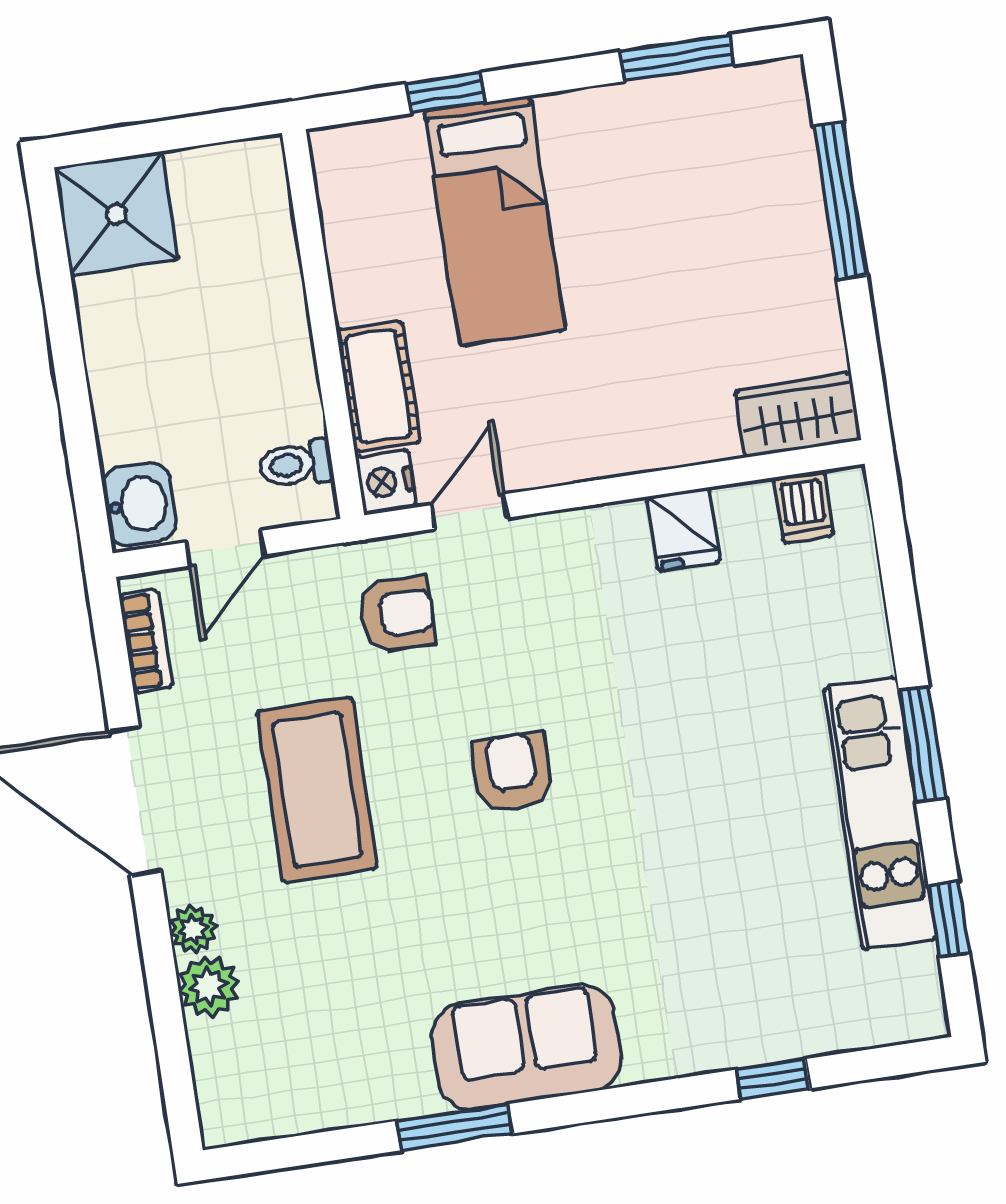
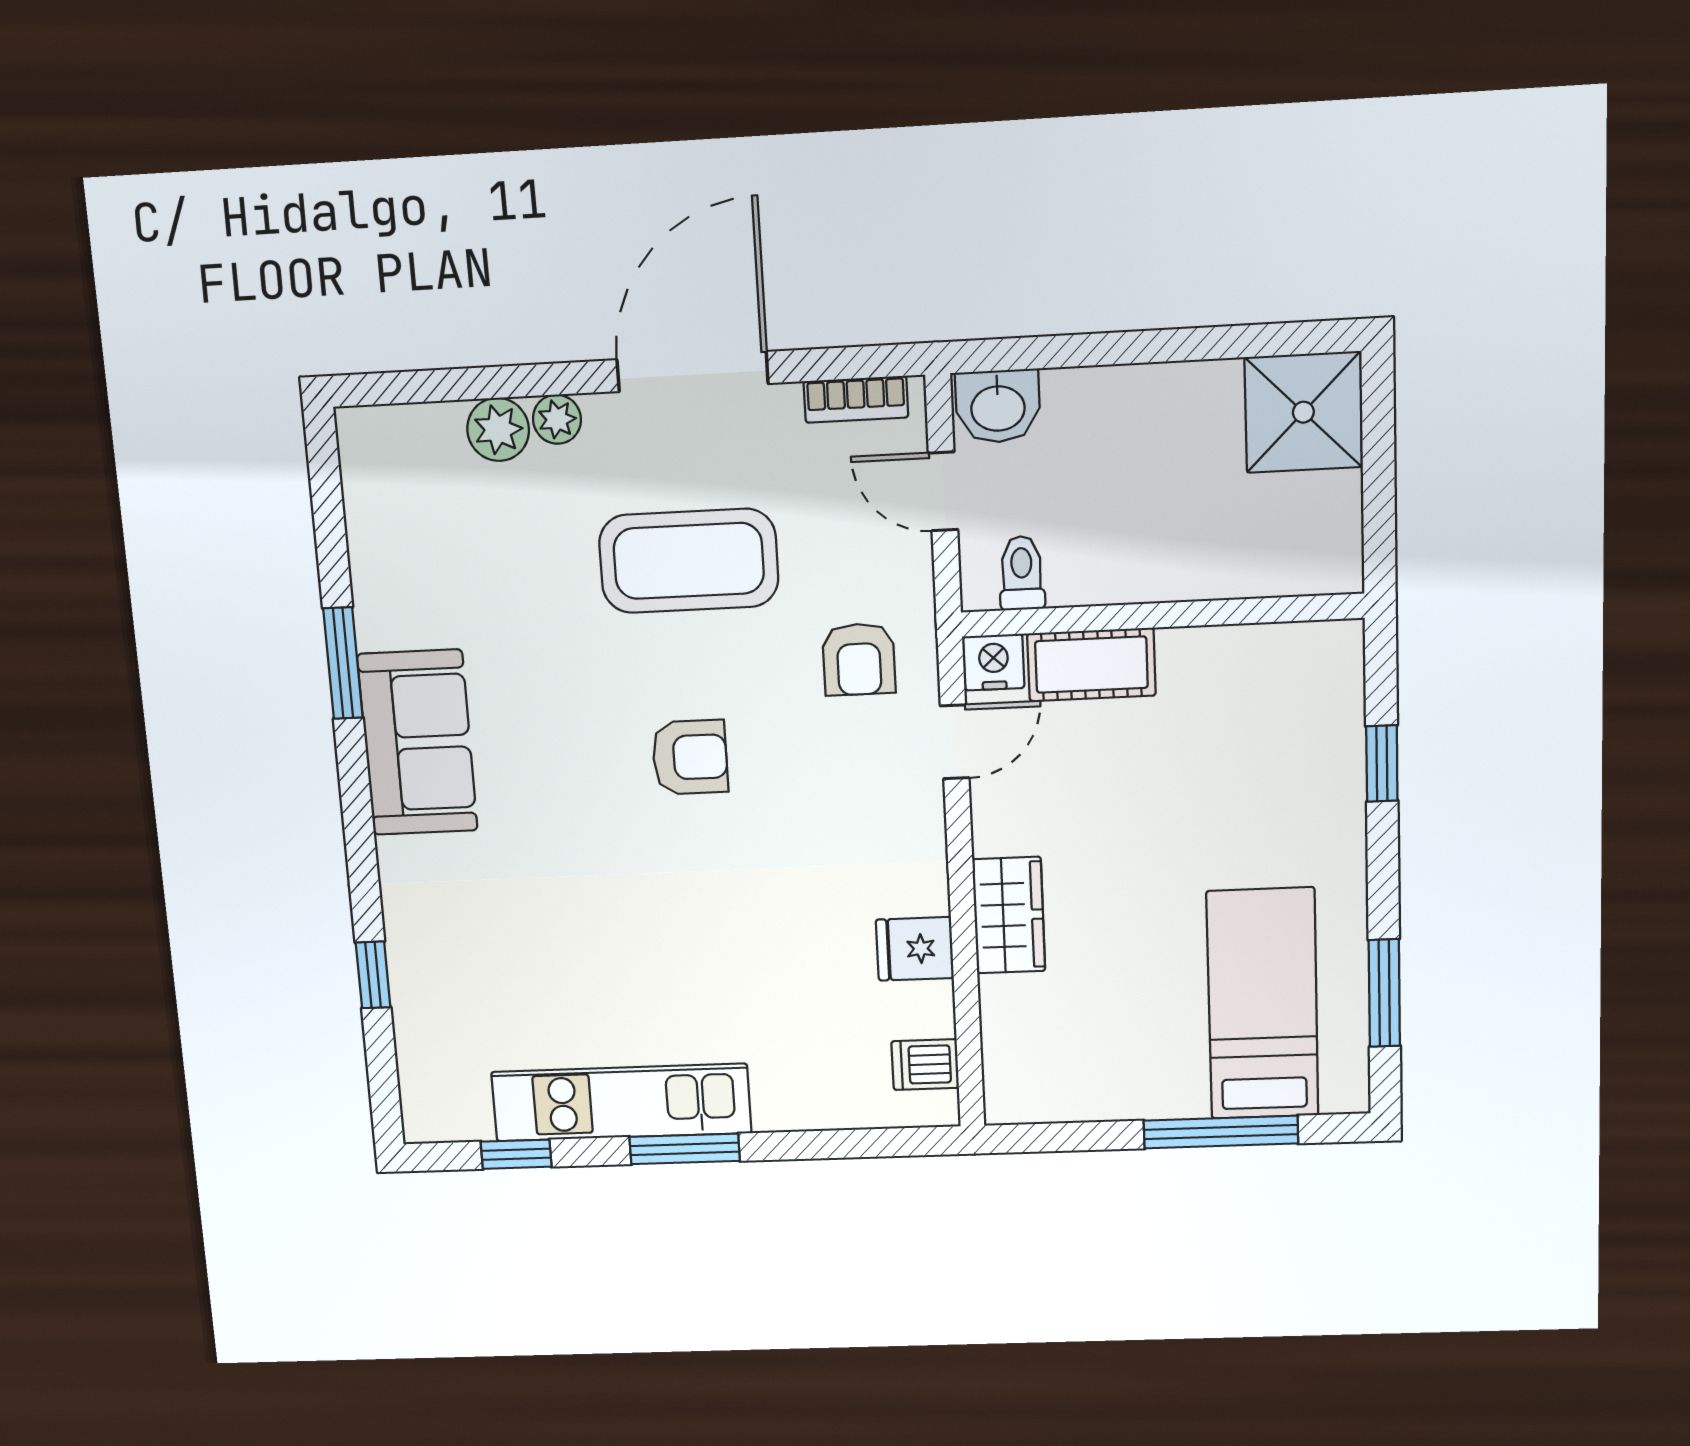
bed: (495, 221) -> (1263, 1004), moved, turned 90
wardrobe: (798, 415) -> (1009, 915), moved
door: (469, 511) -> (955, 742), hinge flipped

